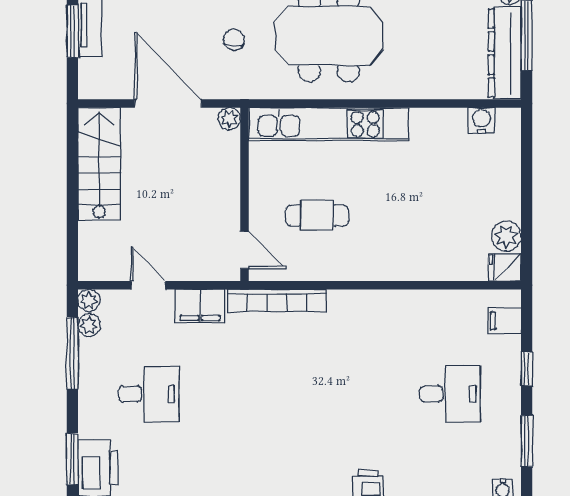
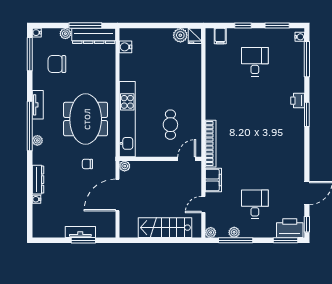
stairs: (99, 164) -> (165, 228), moved
plant: (89, 325) -> (234, 232), moved

